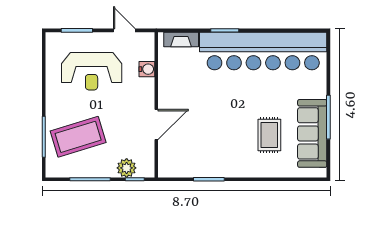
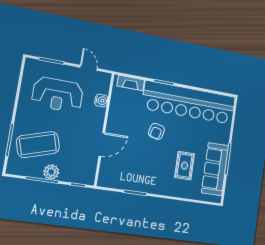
armchair: (225, 96) -> (157, 131), added
plant: (127, 168) -> (51, 172), moved

